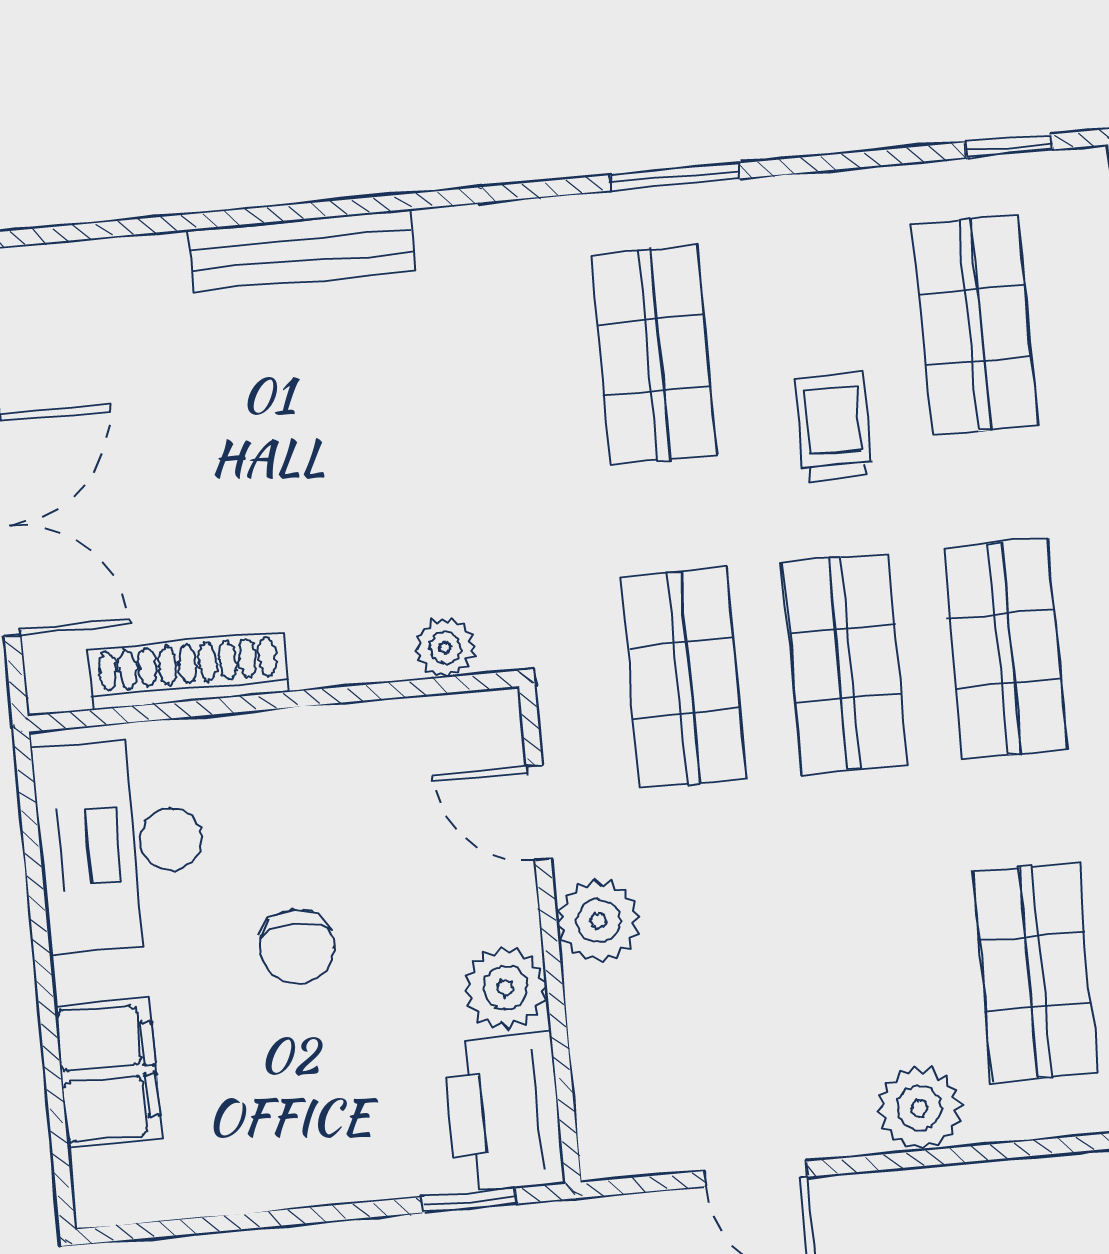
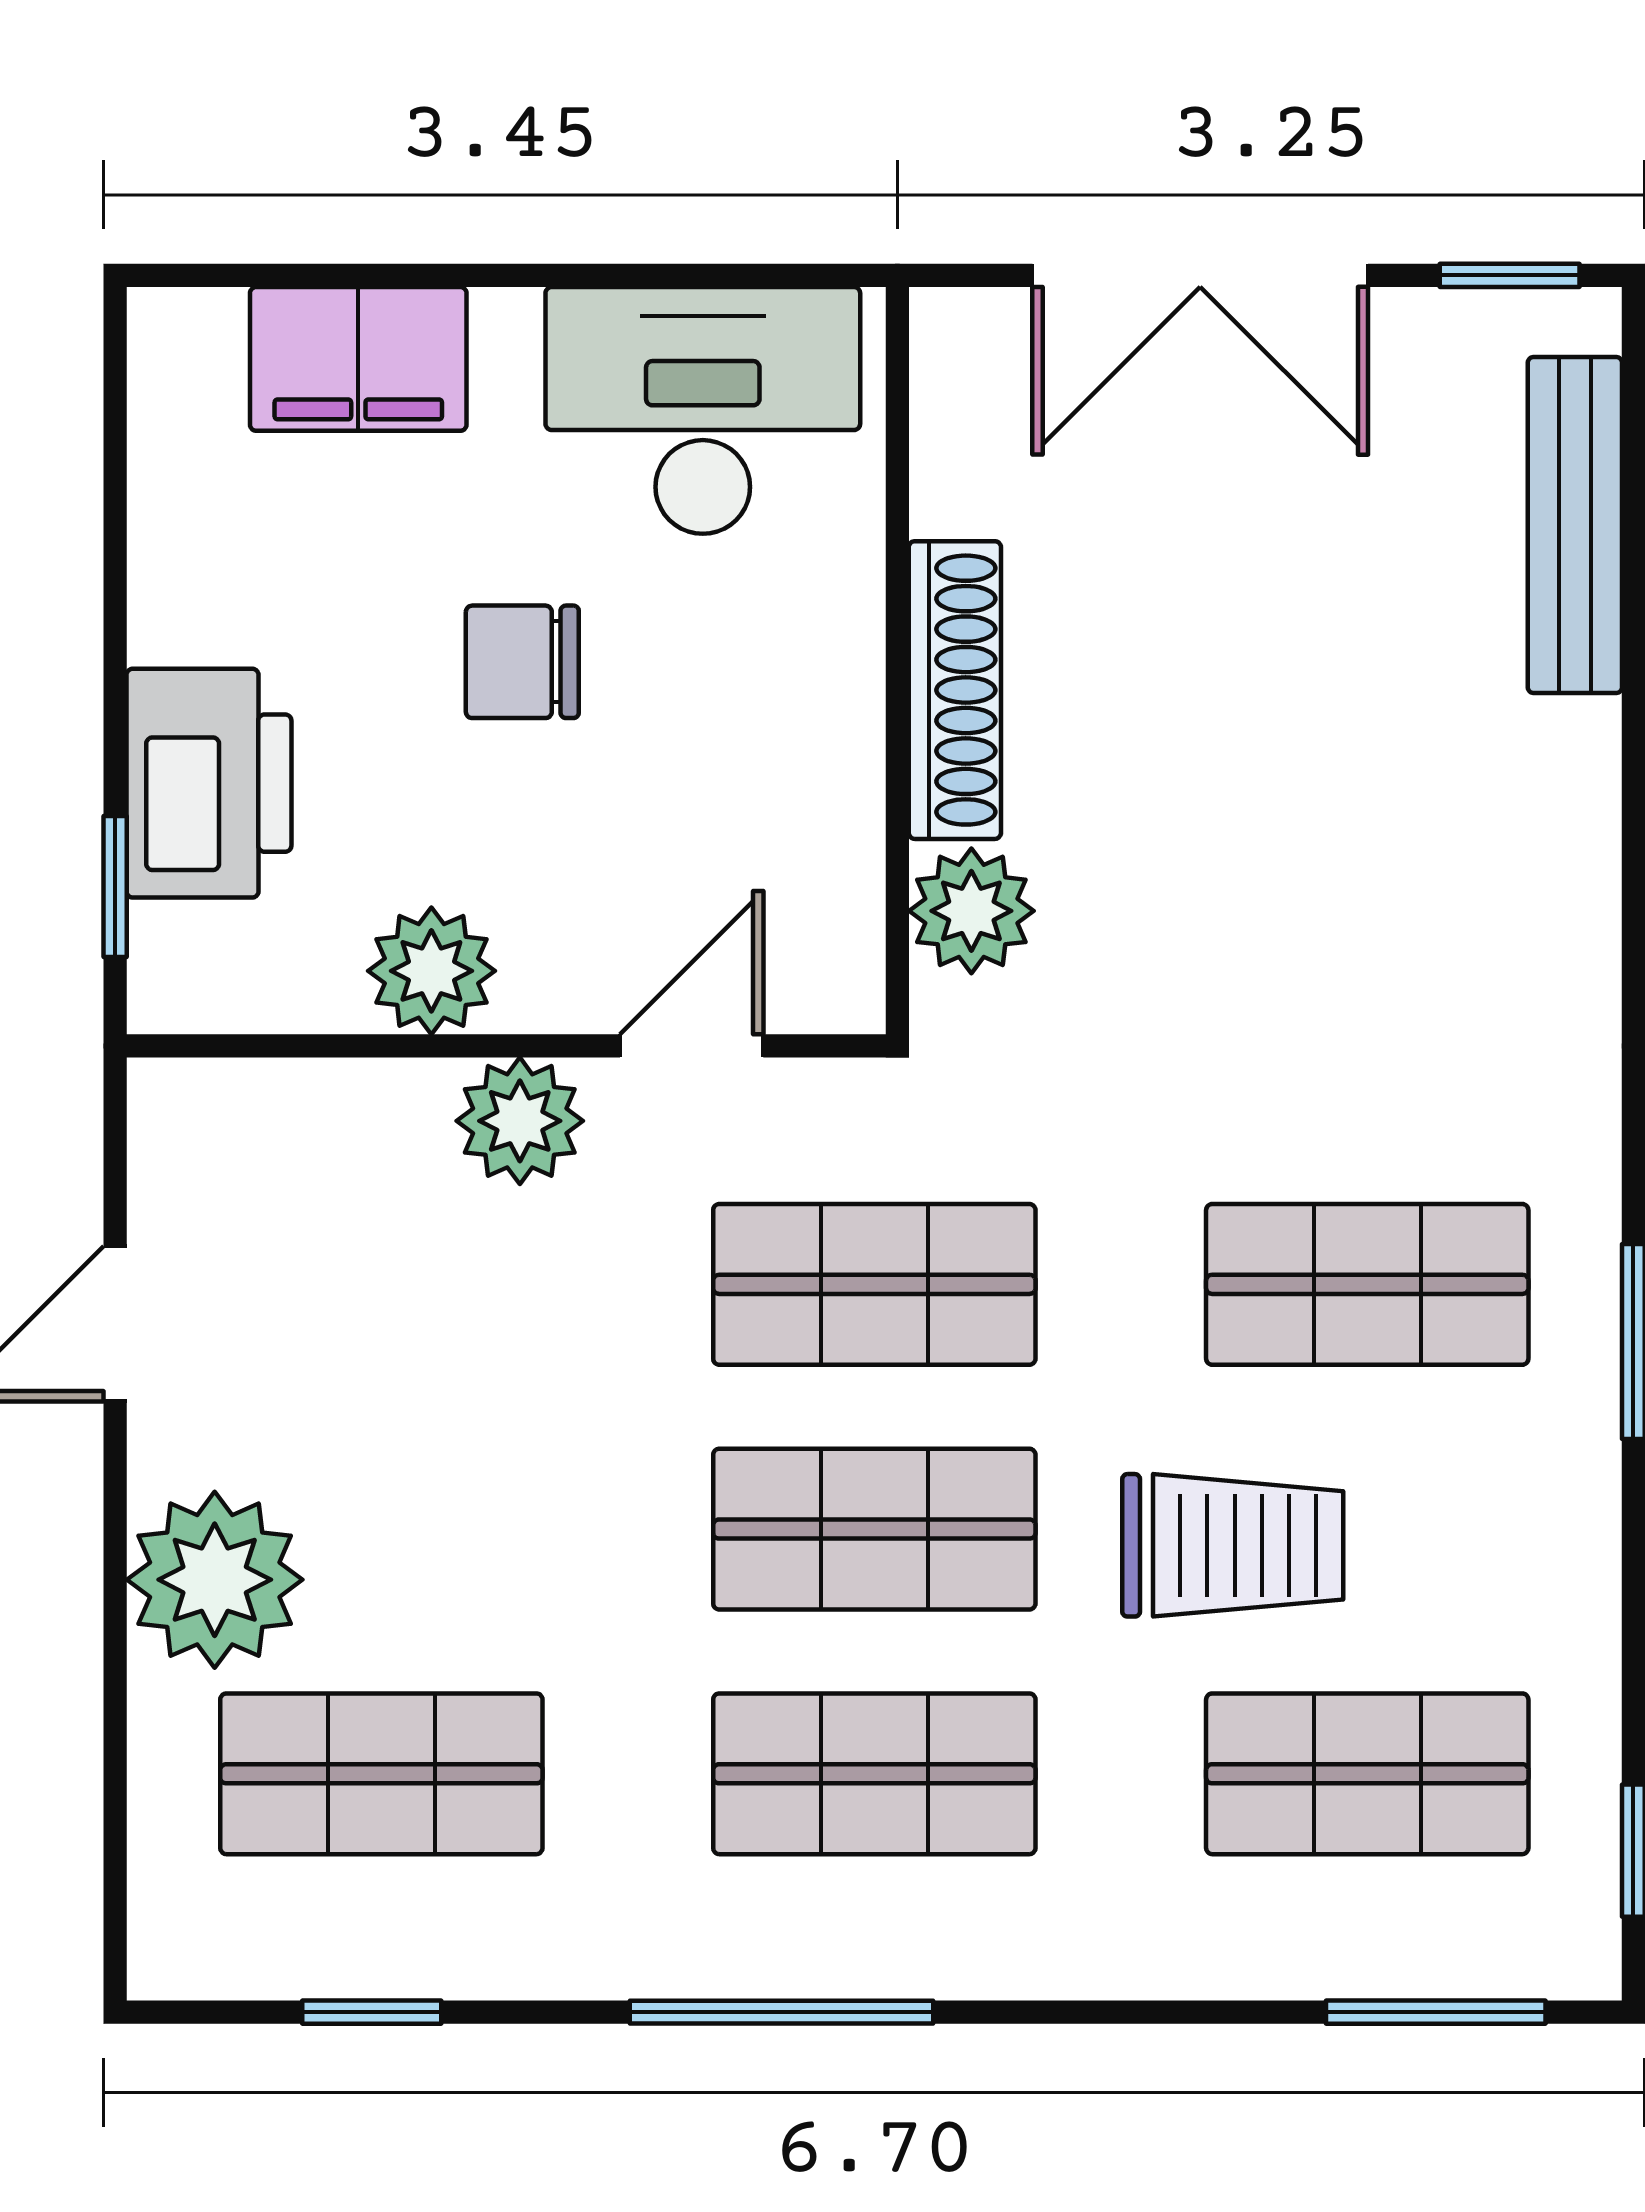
bench: (301, 250) -> (1575, 525), moved
trolley: (833, 427) -> (1233, 1545), width x1.36, depth x1.39
plant: (445, 647) -> (971, 911), width x1.38, depth x1.38
shoe rack: (188, 671) -> (955, 690), moved
plant: (919, 1108) -> (215, 1580), width x1.36, depth x1.36
printer: (504, 1112) -> (209, 783), moved, turned 90

